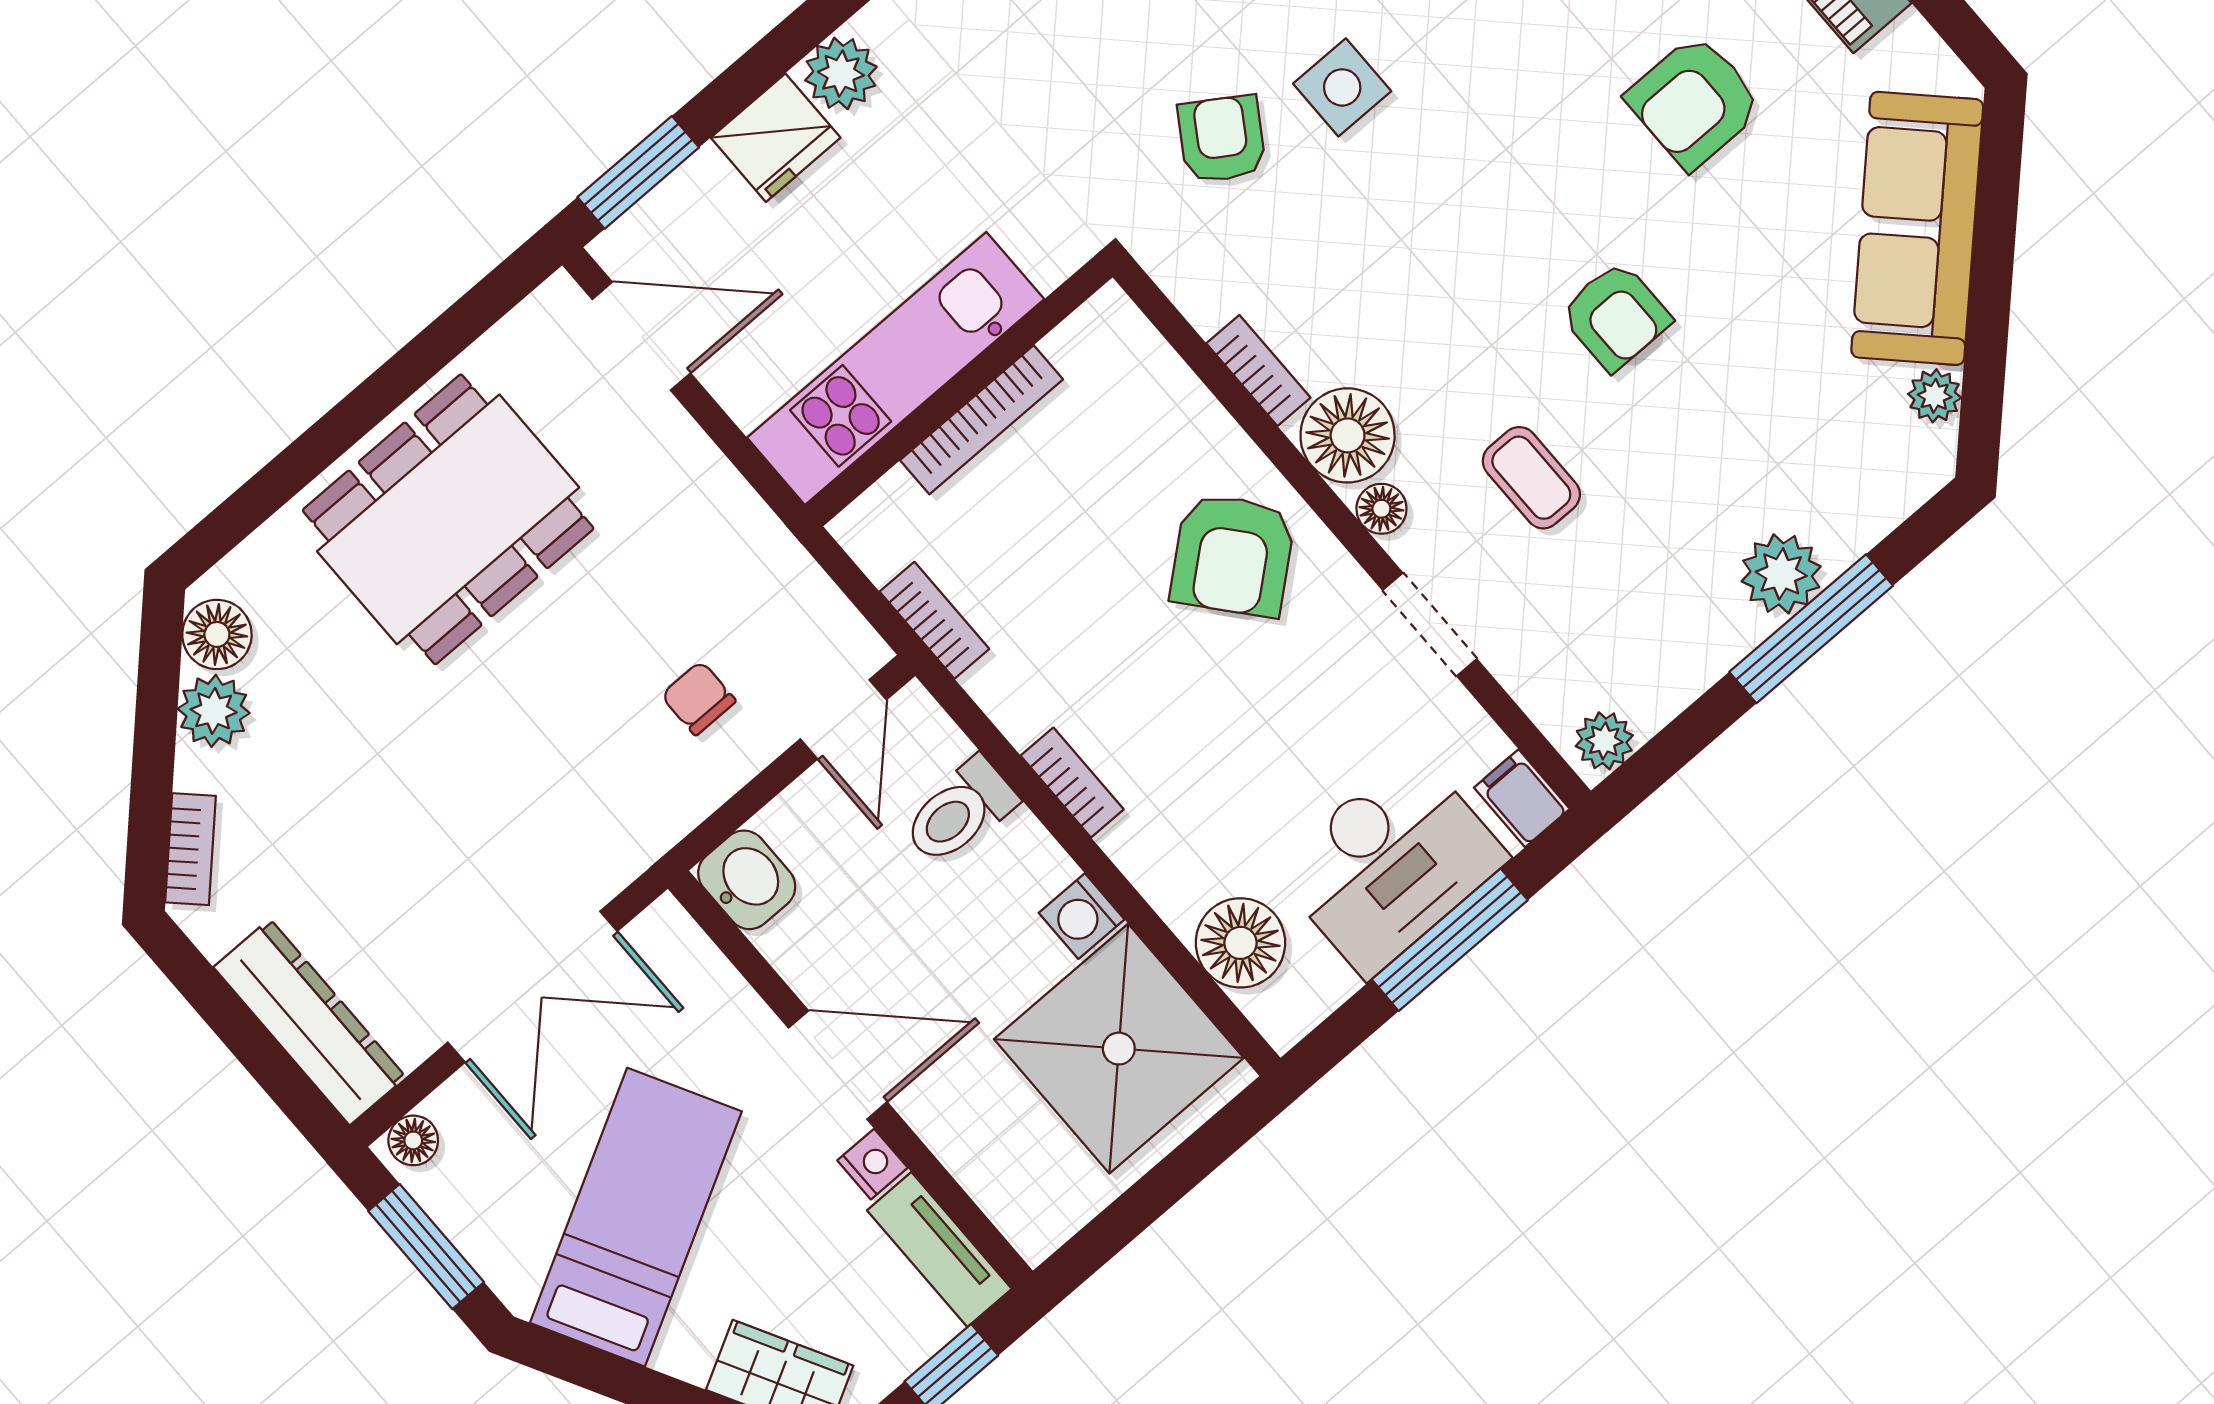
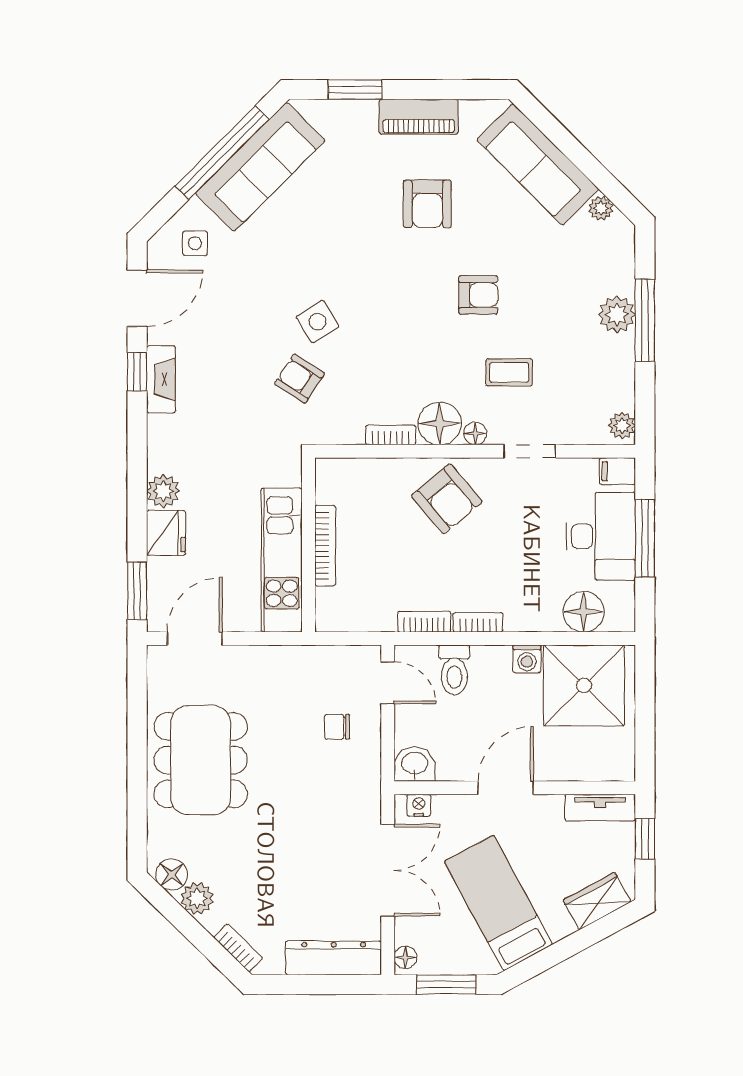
side table: (1342, 87) -> (317, 322), turned -32
bookcase: (934, 620) -> (424, 622), moved
nightstand: (872, 1164) -> (419, 805), moved

